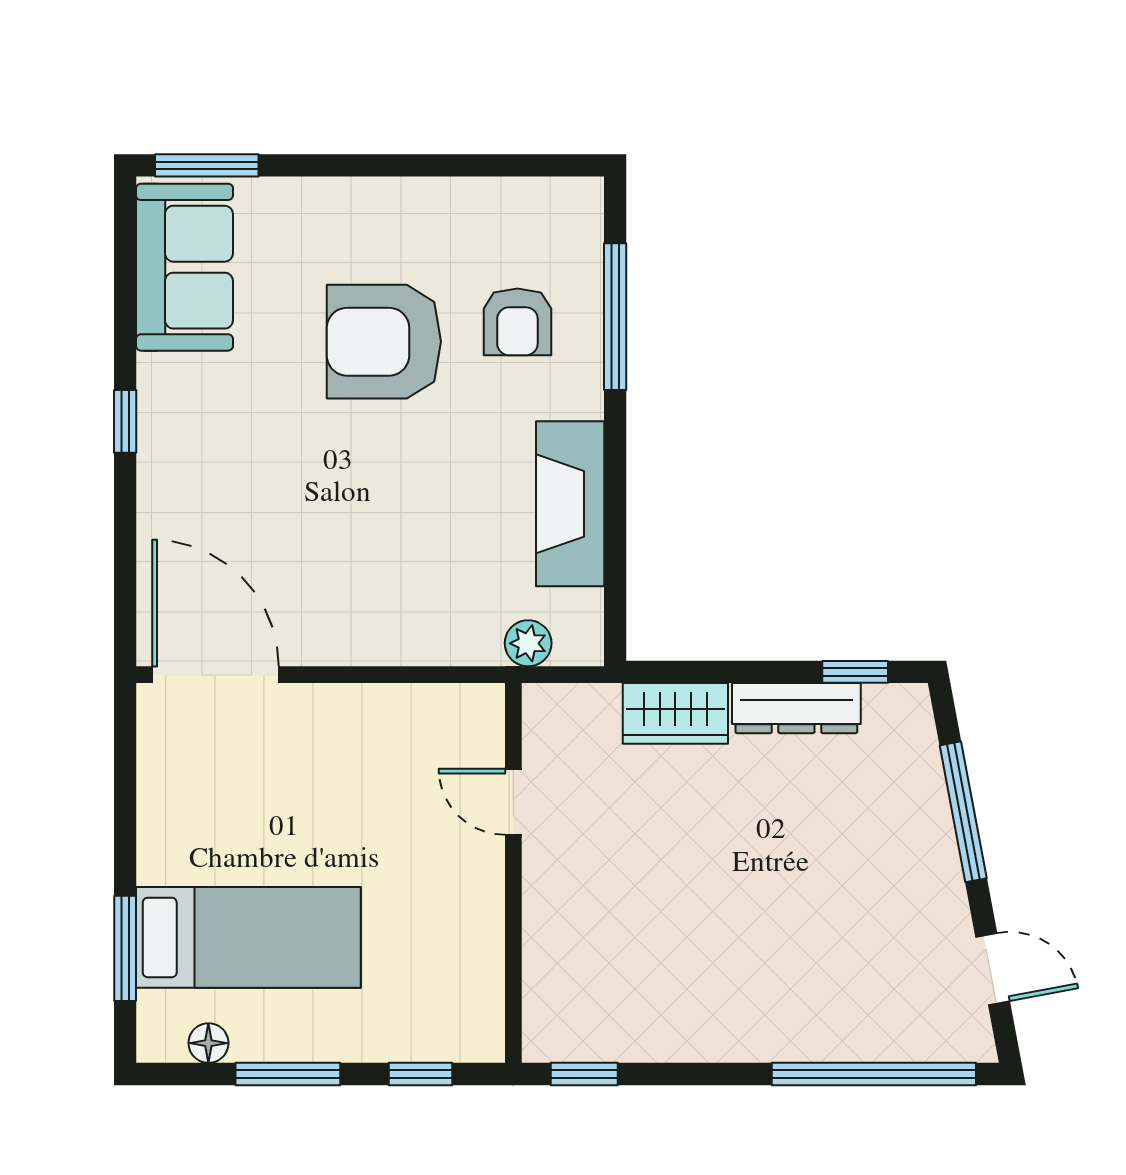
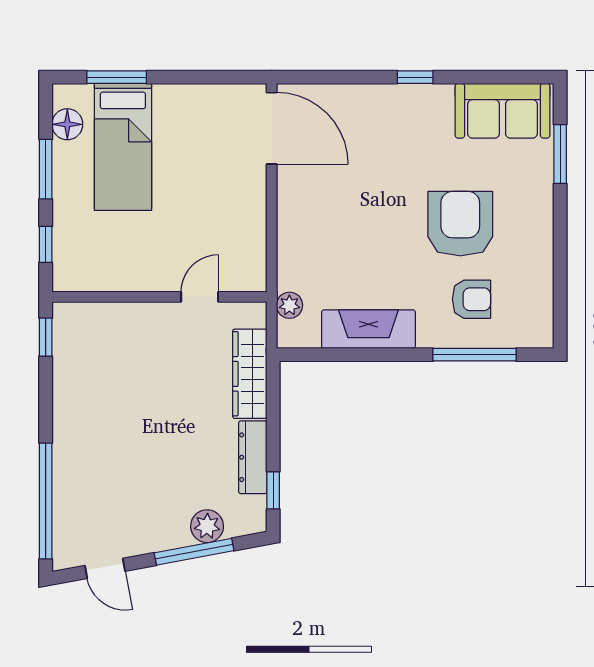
window: (207, 165) -> (560, 154), moved
armchair: (517, 322) -> (471, 299), turned 180
door: (215, 675) -> (272, 128), hinge flipped
wardrobe: (675, 713) -> (250, 374), width x1.50
plant: (918, 789) -> (207, 526), added
door: (993, 969) -> (105, 568), hinge flipped
floor lamp: (208, 1043) -> (67, 124), width x1.37, depth x1.37

